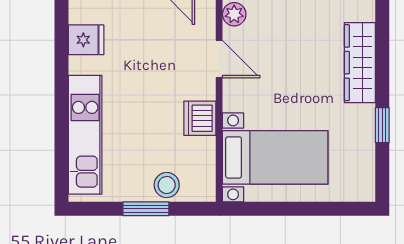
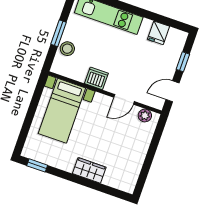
wardrobe: (360, 63) -> (89, 170), width x0.67
window: (382, 125) -> (37, 165), moved

